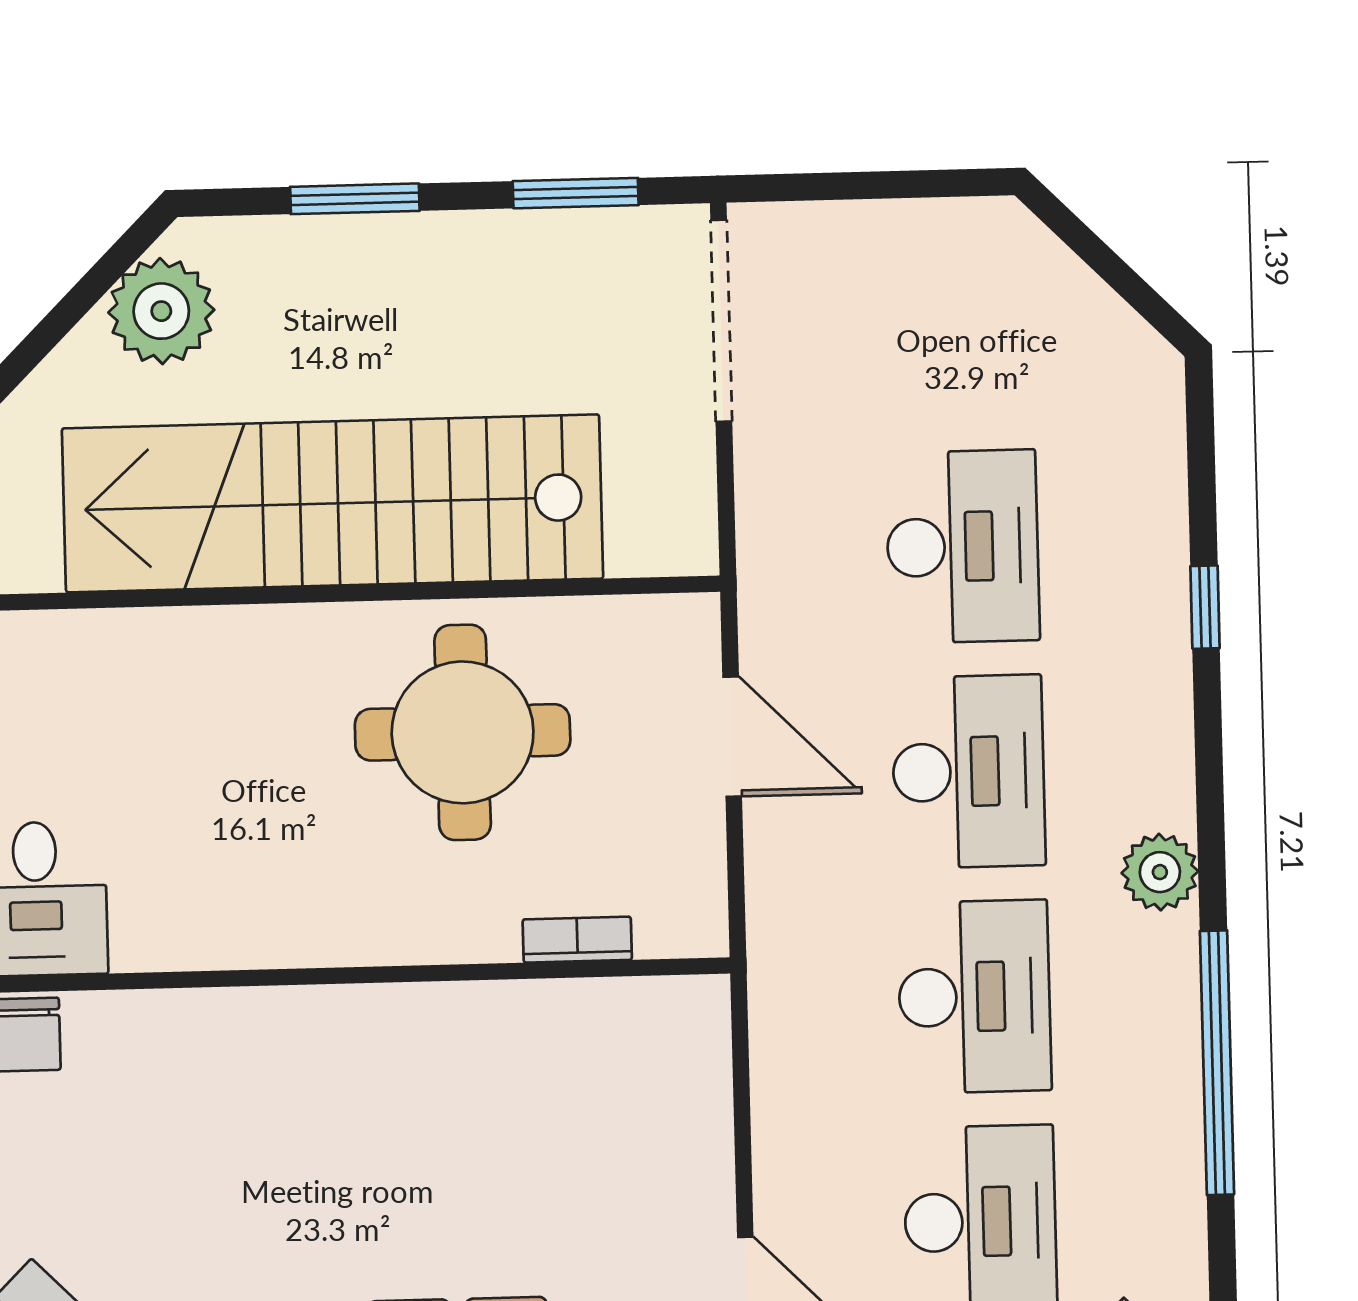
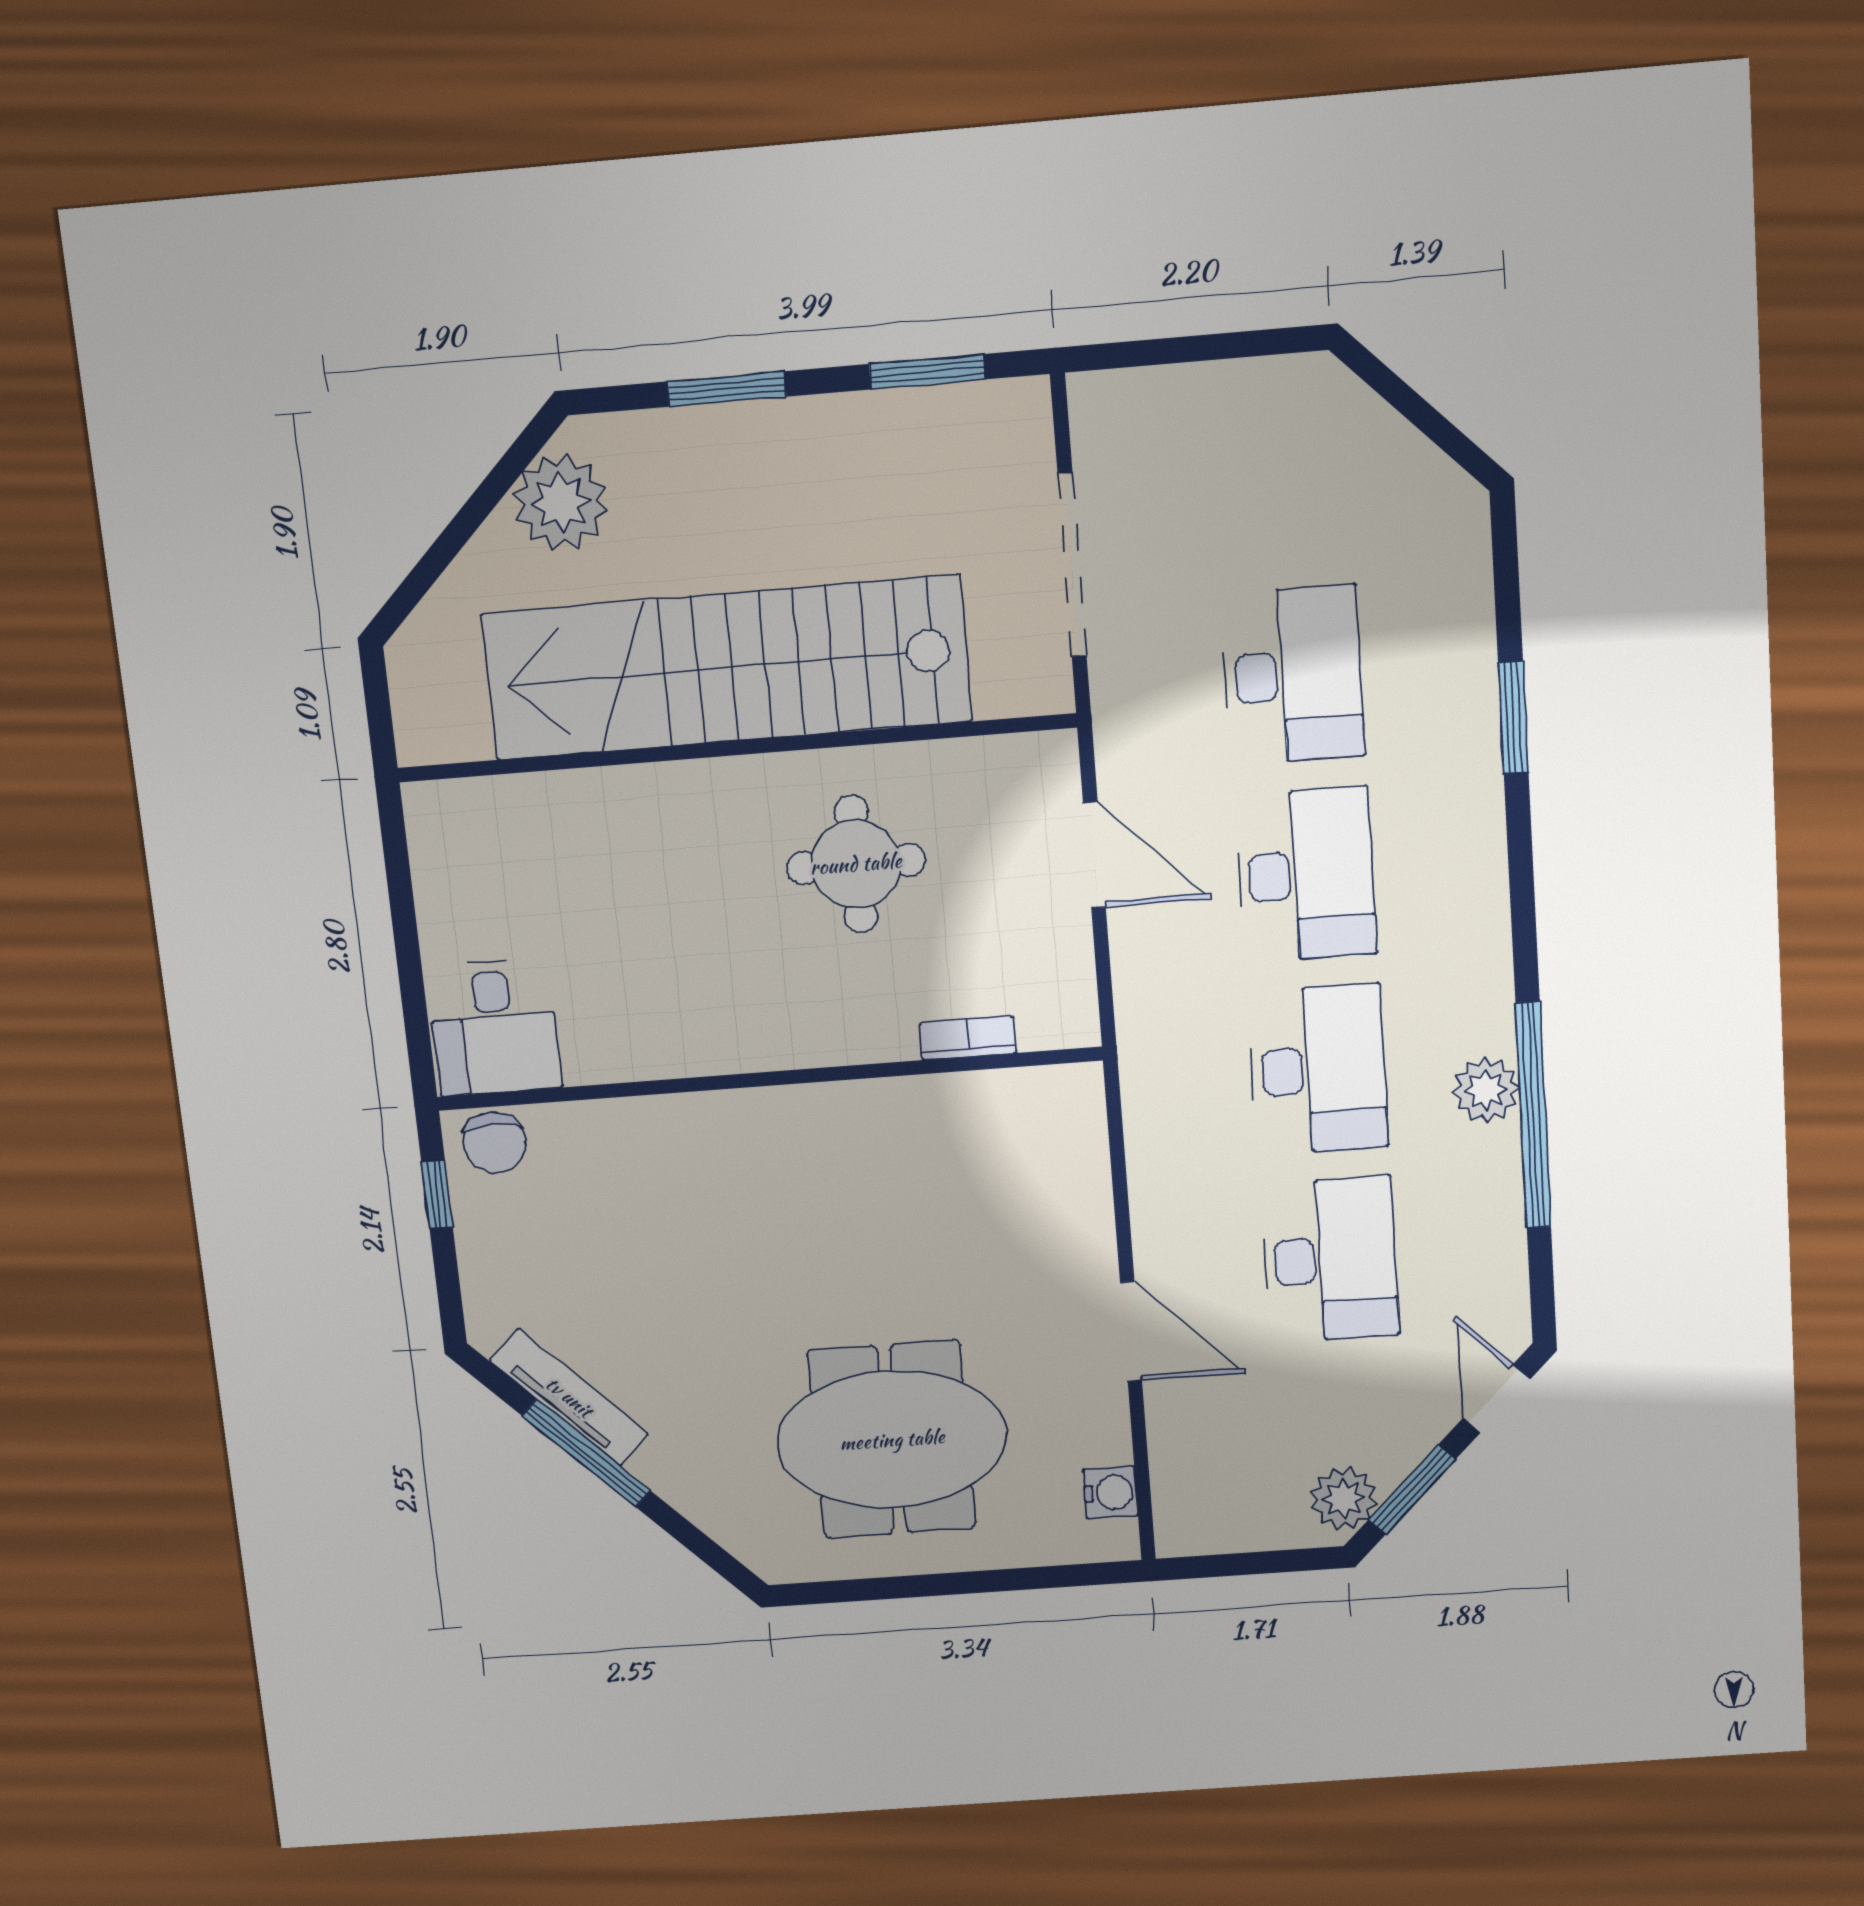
doorway: (721, 321) -> (1072, 565), moved
window: (1205, 607) -> (1513, 718), width x1.50
round table: (463, 732) -> (856, 864), width x0.73, depth x0.73
plant: (1160, 872) -> (1486, 1090), moved

